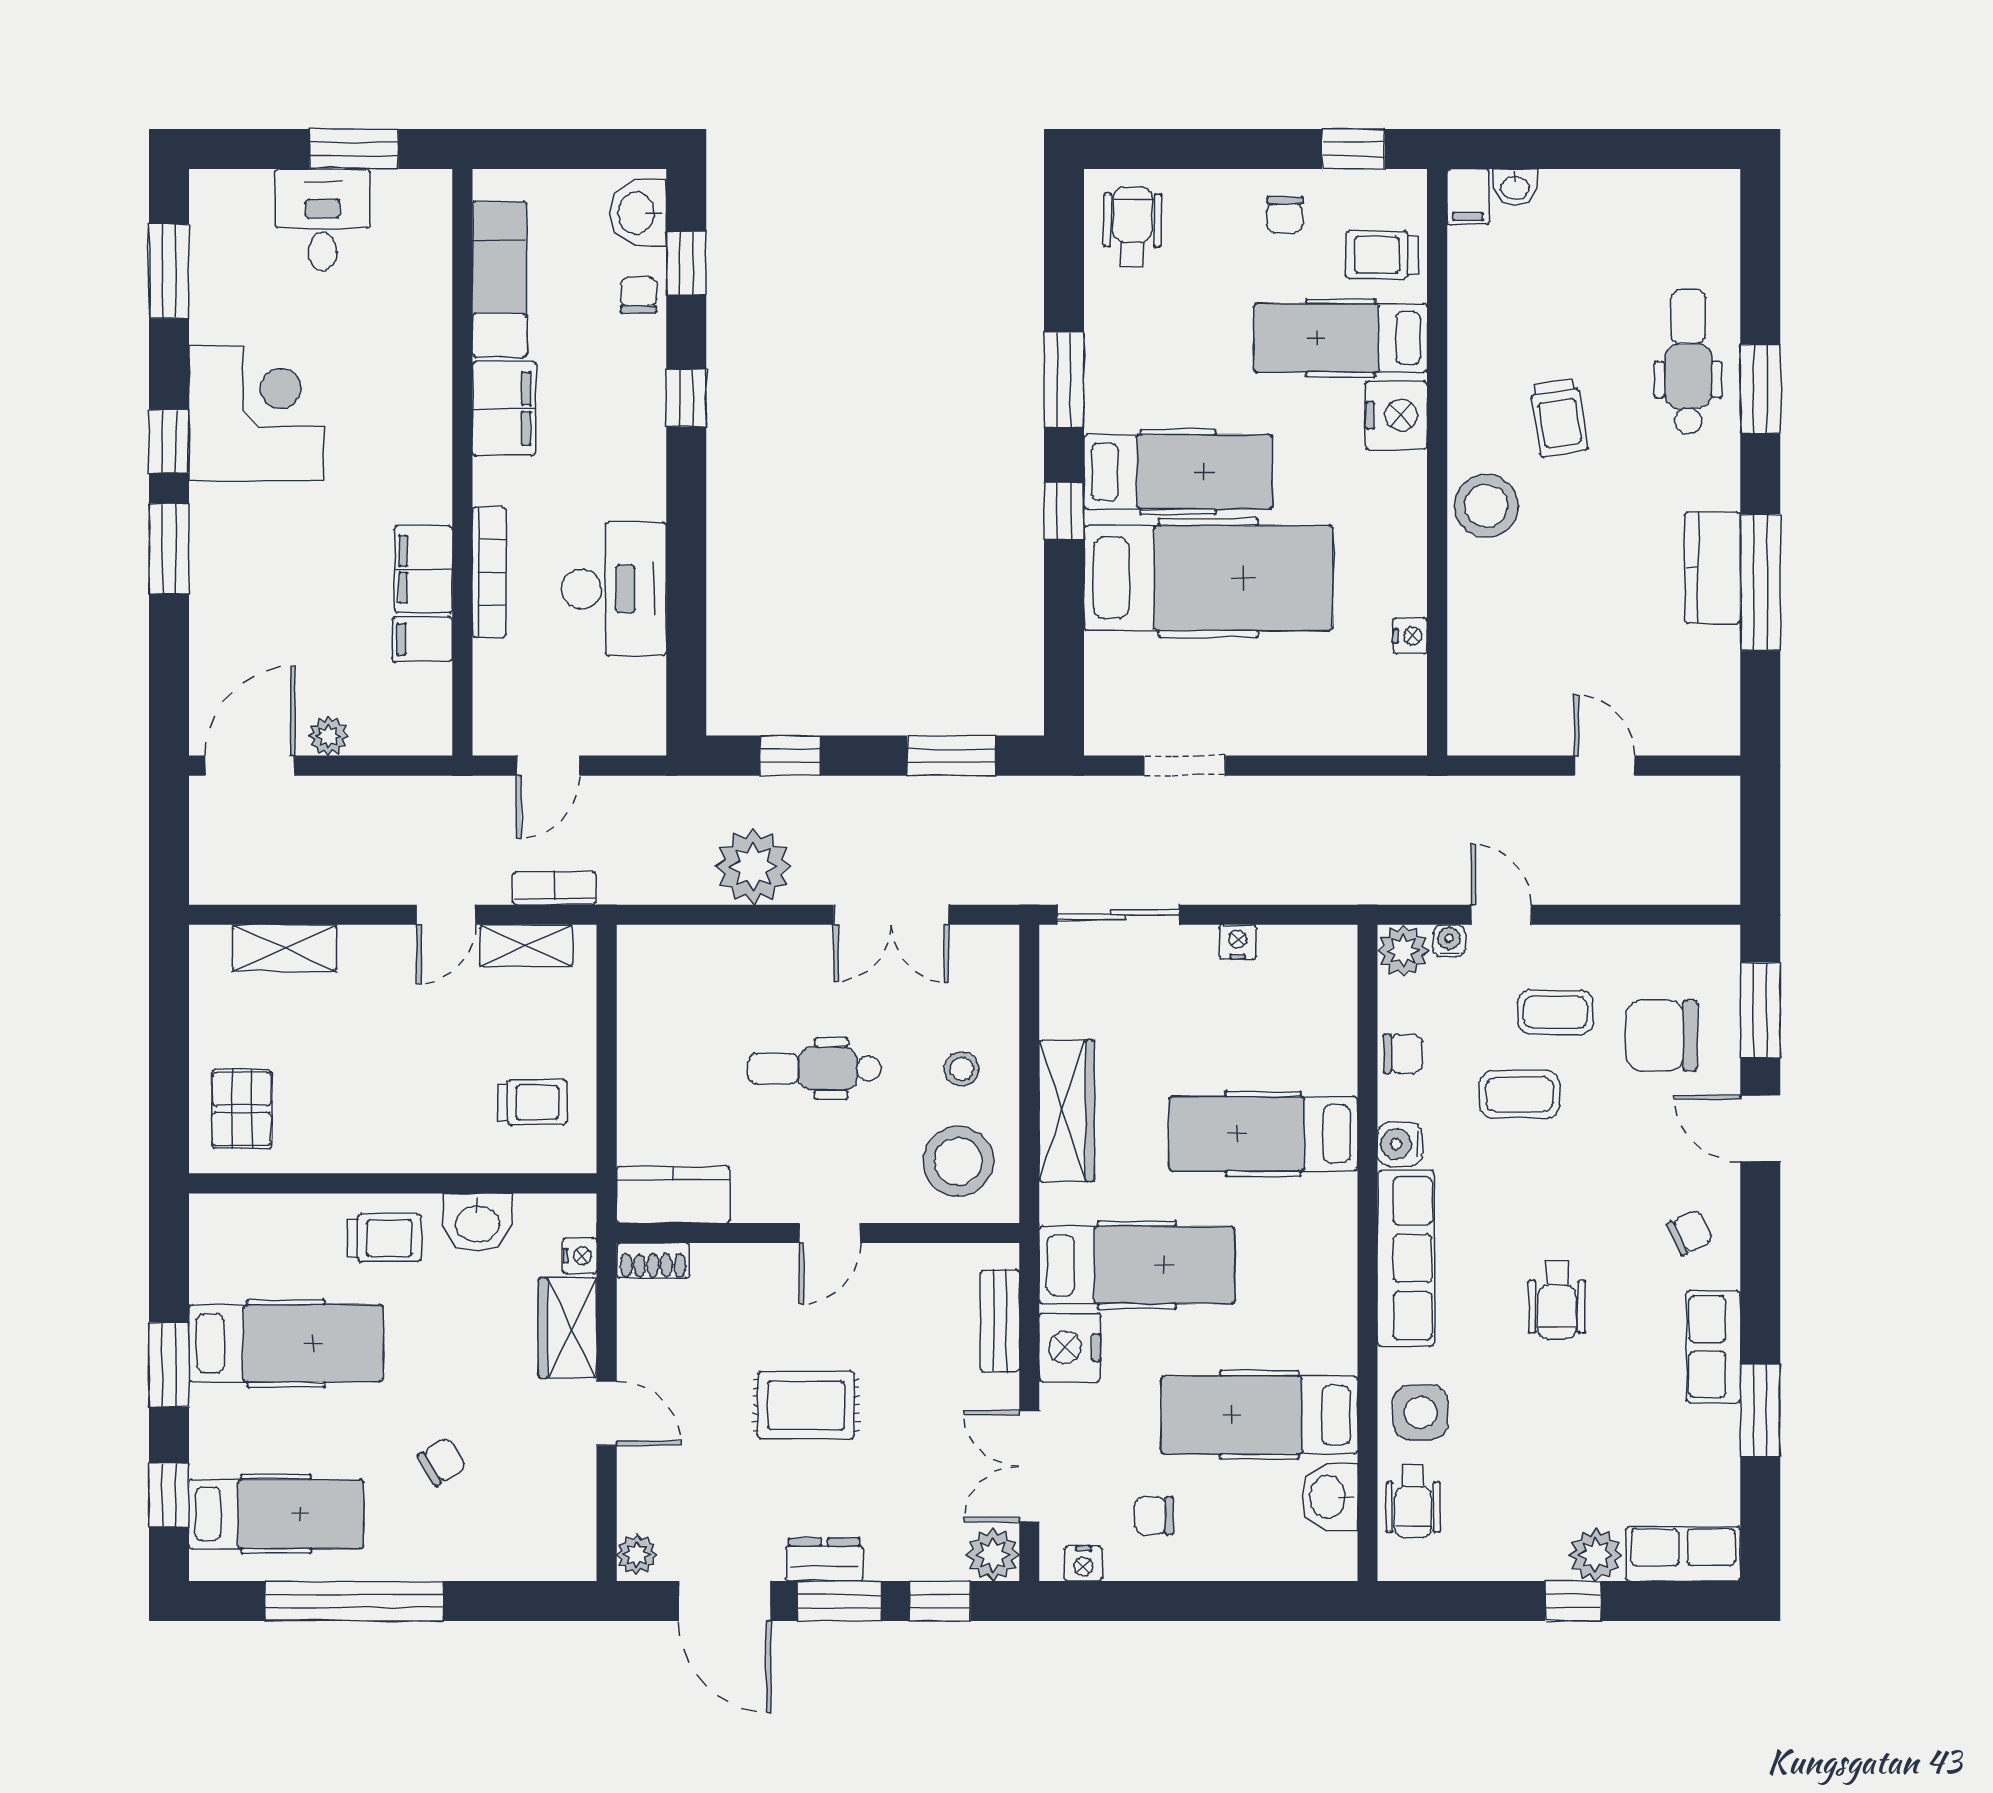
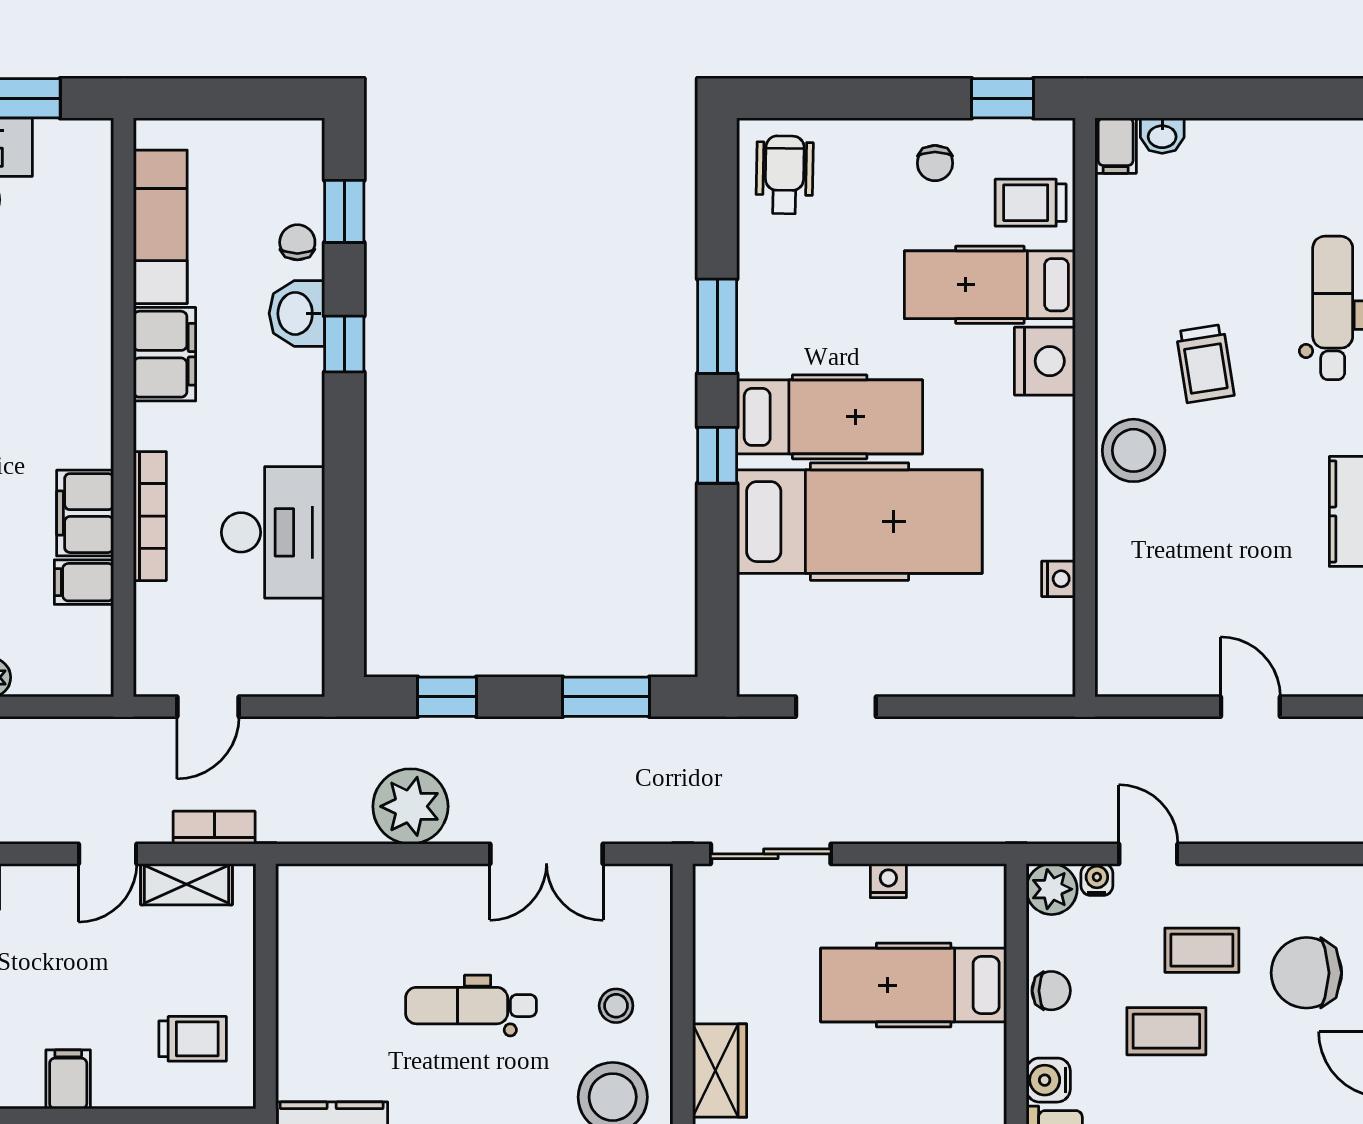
washbasin: (638, 213) -> (297, 313), moved
wardrobe: (1067, 1111) -> (720, 1071), width x0.67
hospital bed: (1263, 1134) -> (914, 985), moved
filing cabinet: (406, 1143) -> (68, 1079), added

